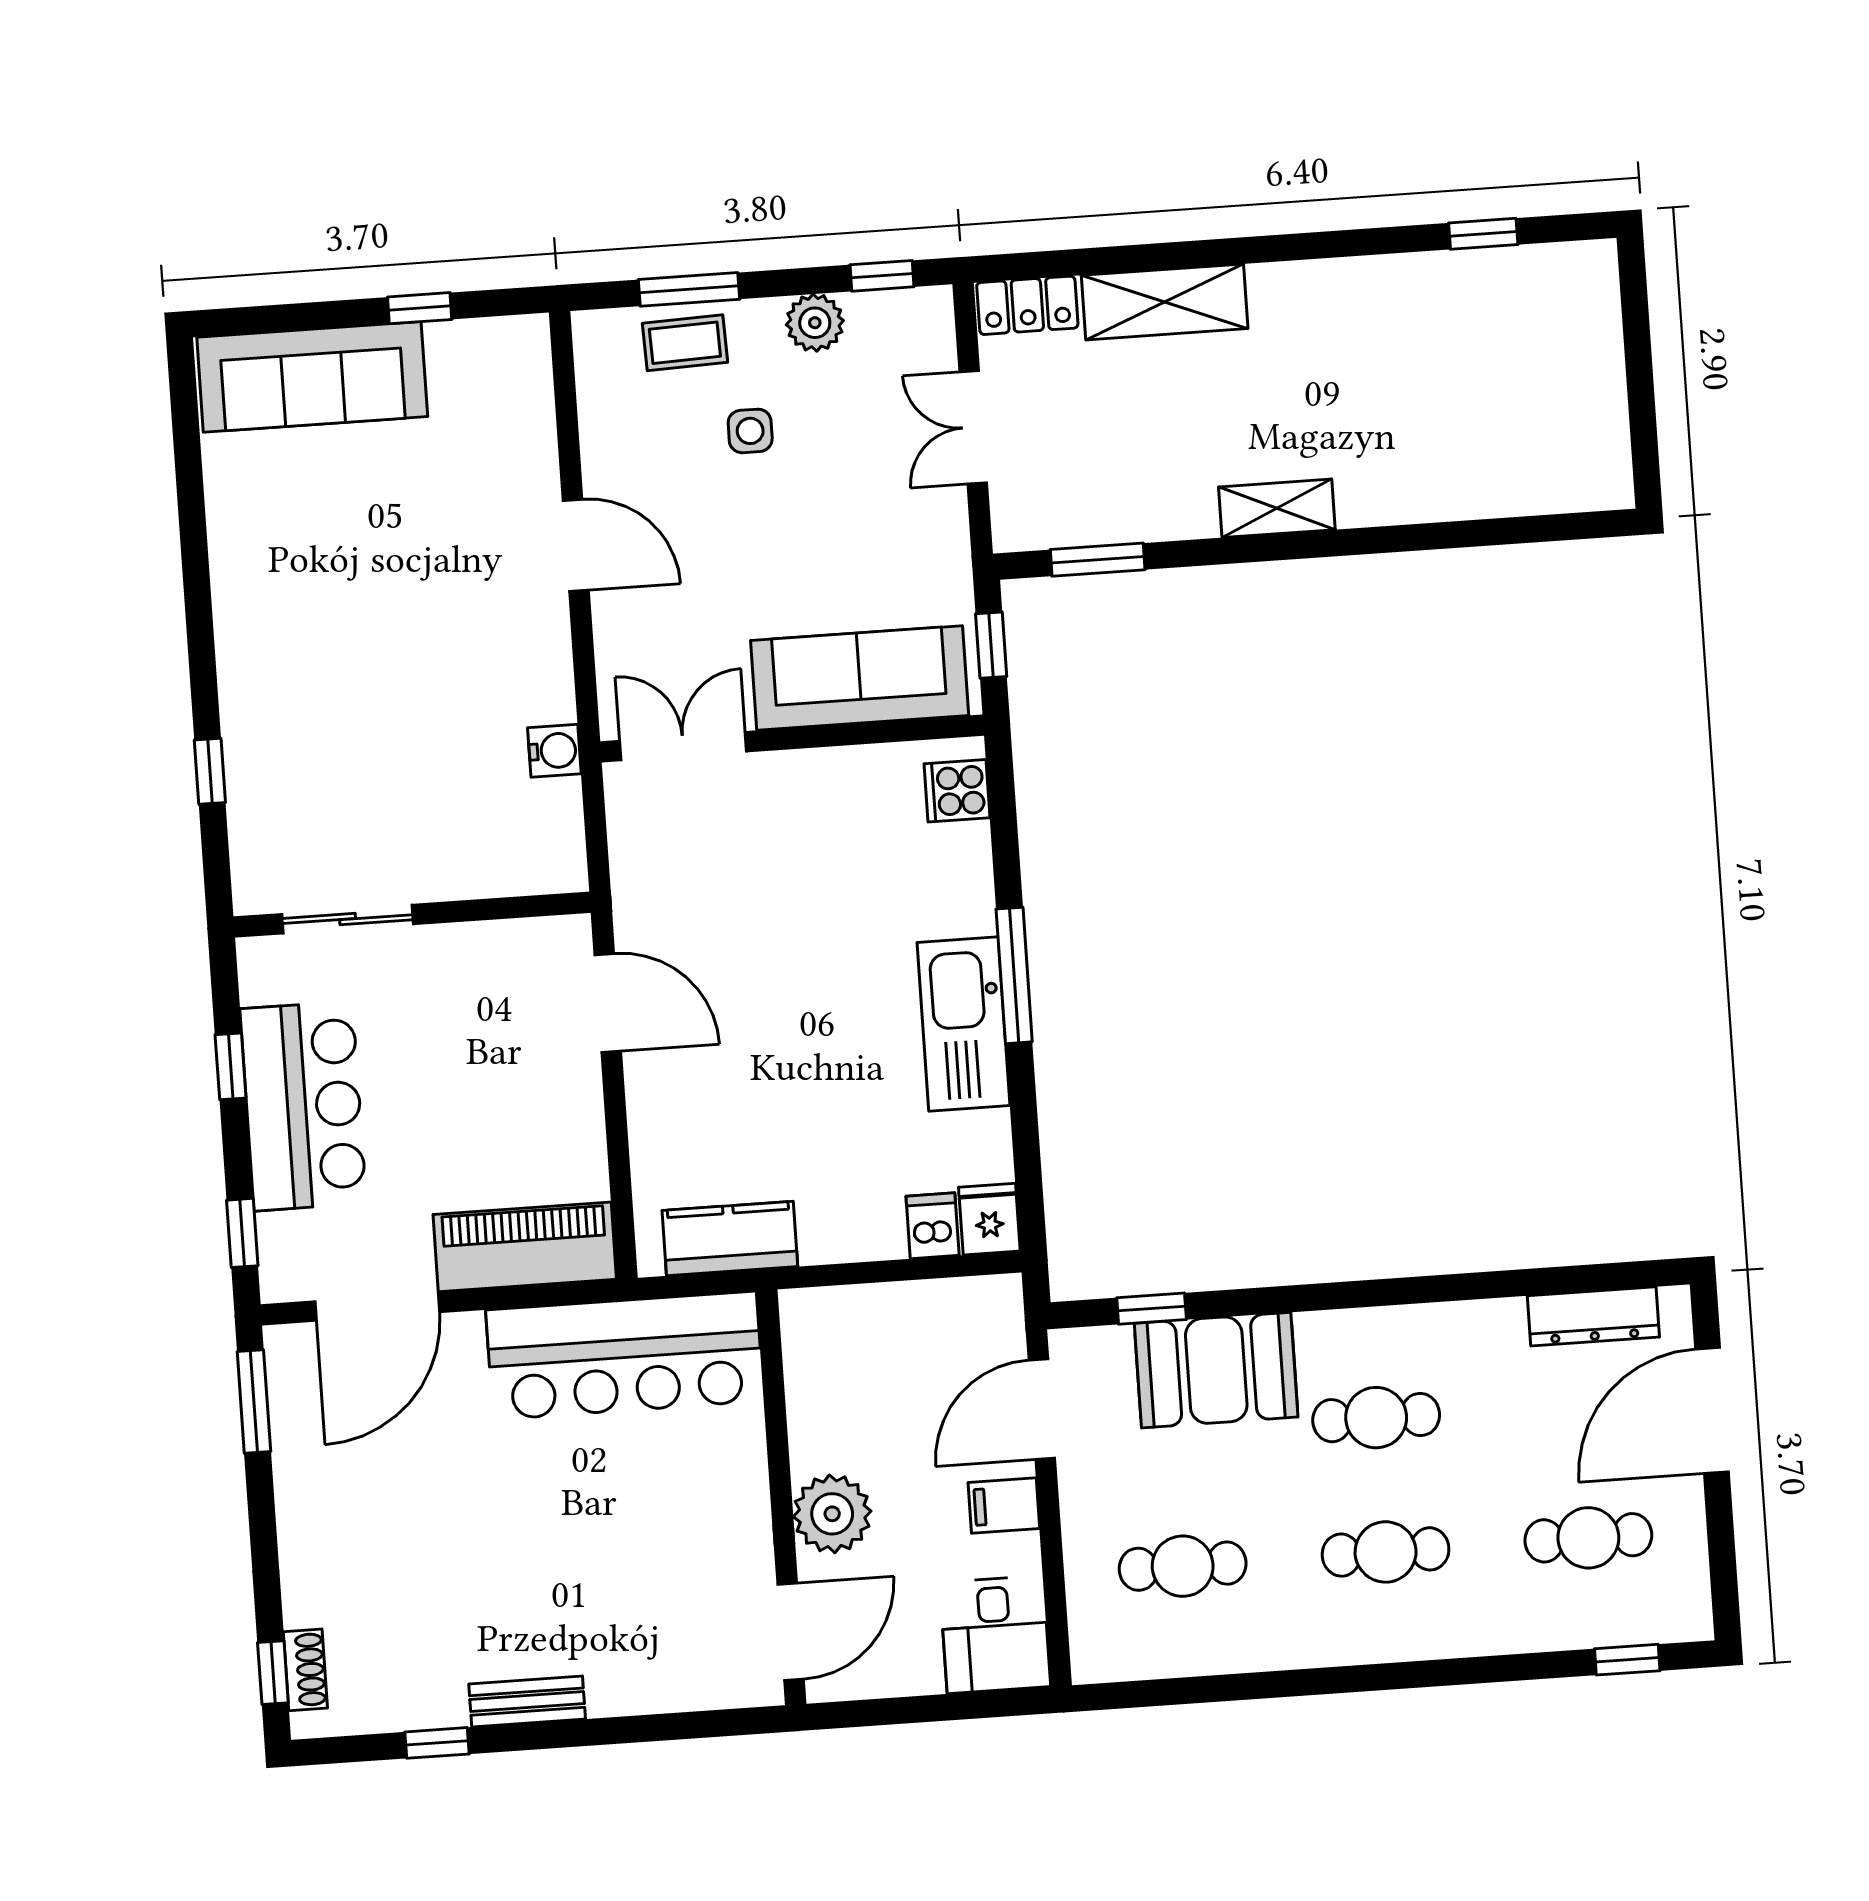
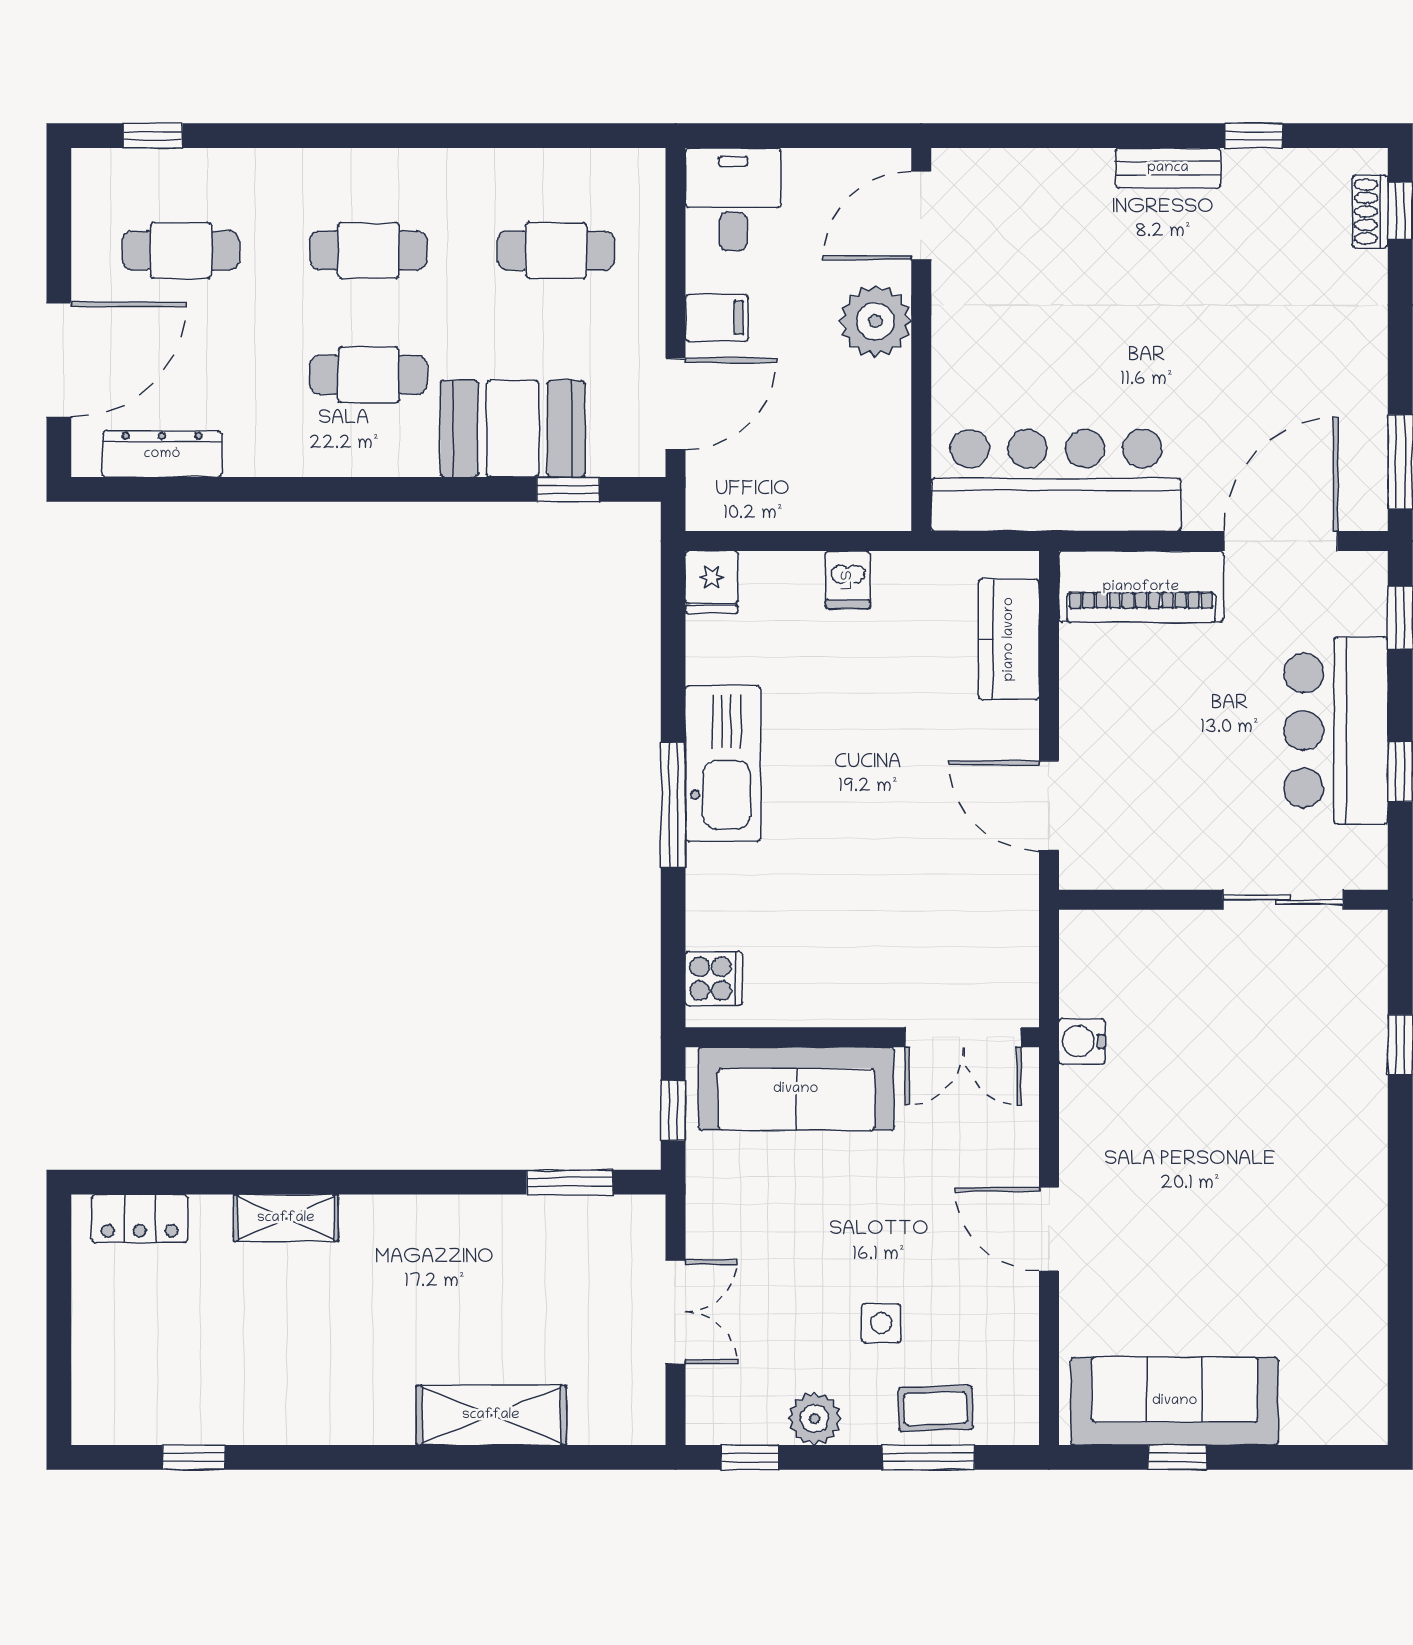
locker: (1027, 305) -> (140, 1219), moved, turned 180
sofa: (312, 377) -> (1175, 1401), moved
shelving: (1277, 508) -> (286, 1218), moved
dishwasher: (933, 1226) -> (848, 580), moved
kitchen counter: (730, 1238) -> (1009, 639), moved, turned 90

